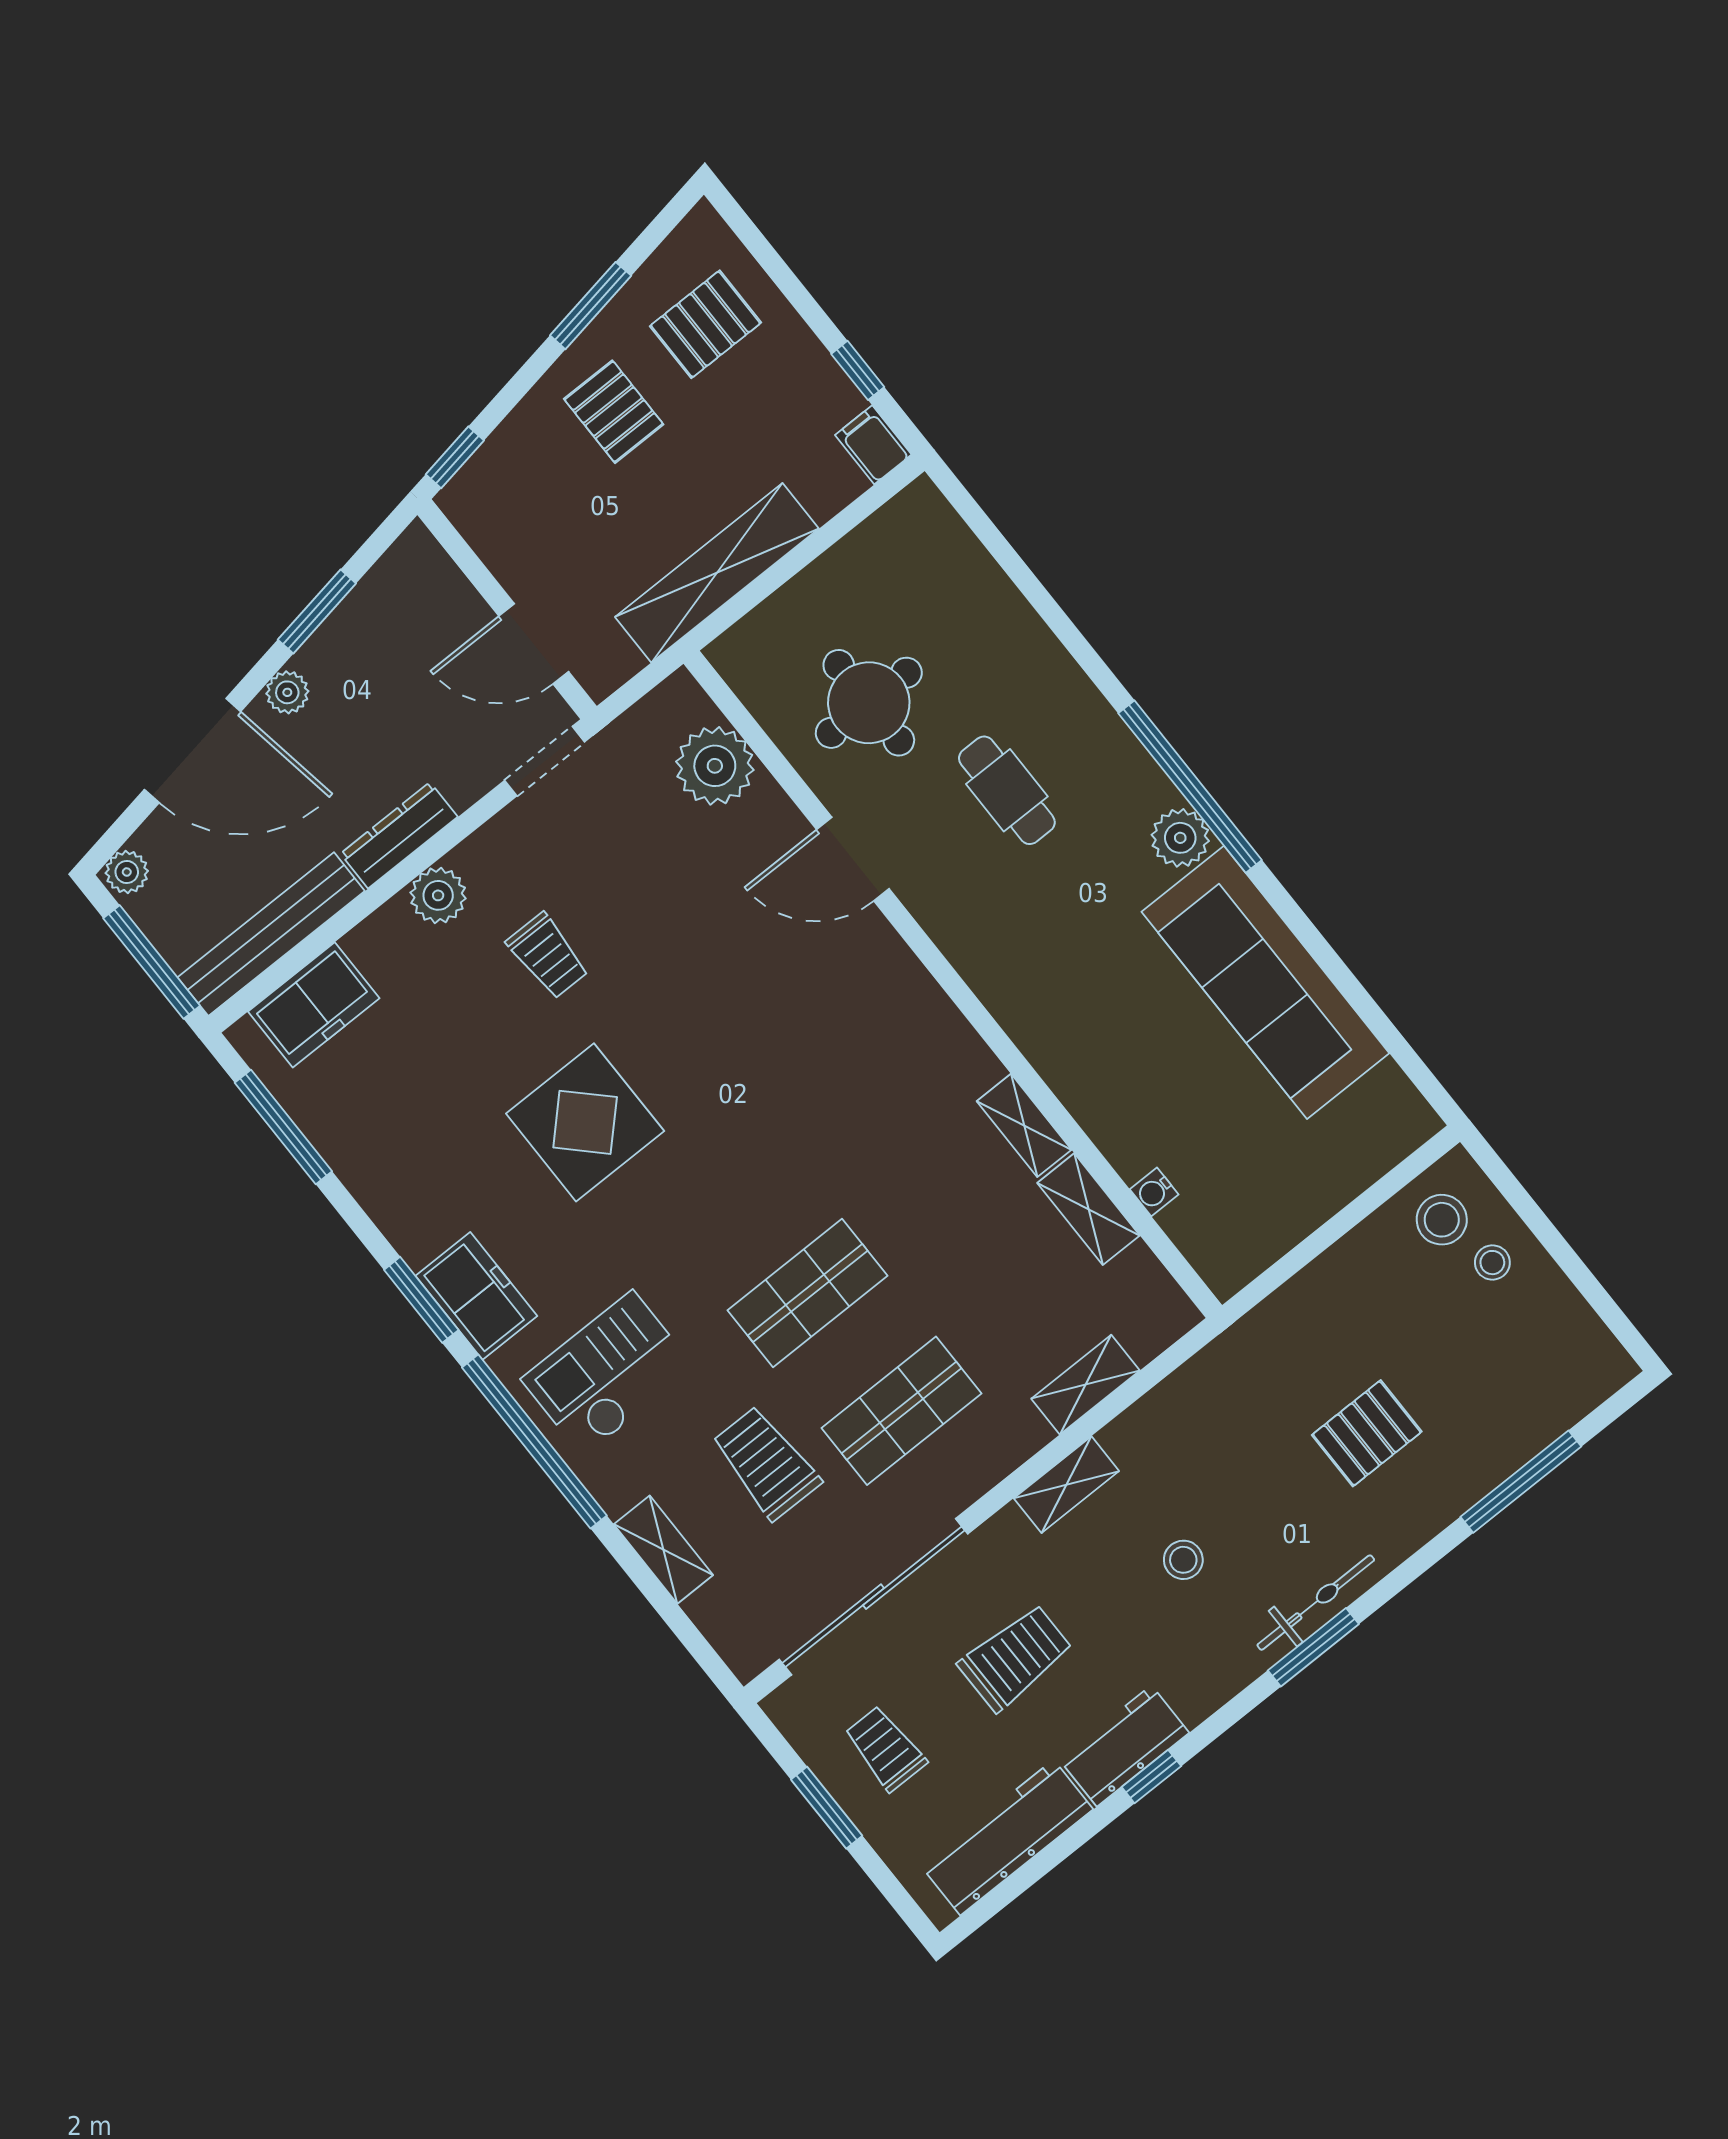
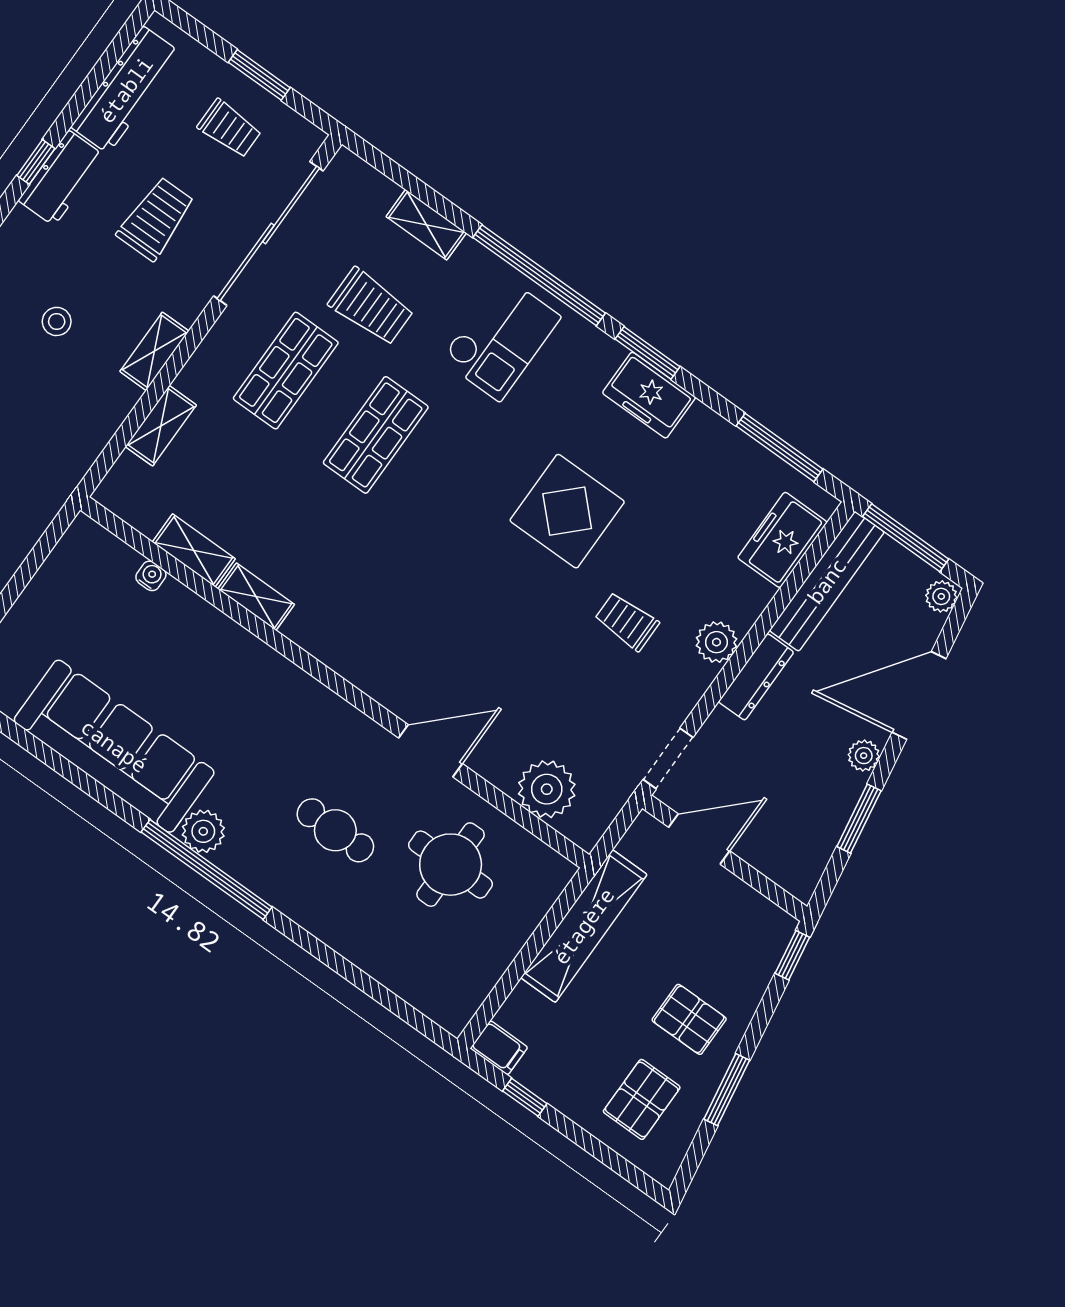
freezer: (476, 1296) -> (649, 395), moved
trolley: (1015, 1658) -> (156, 219), turned 180

